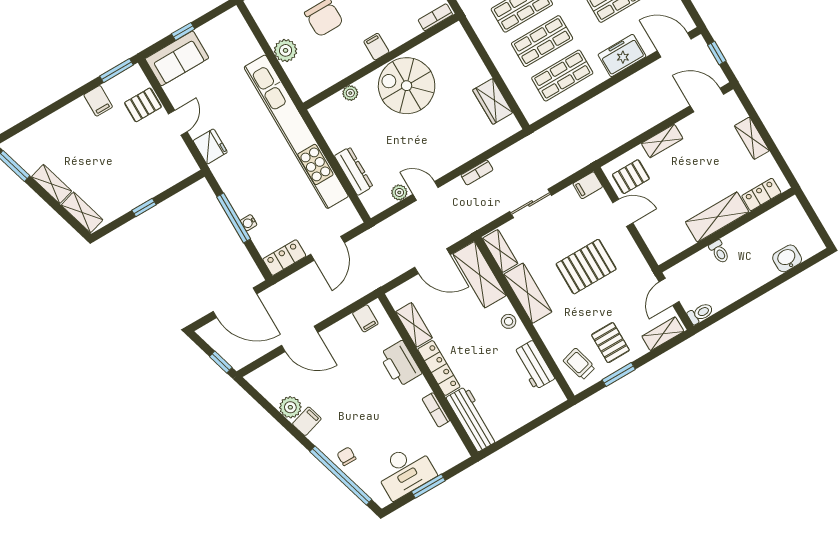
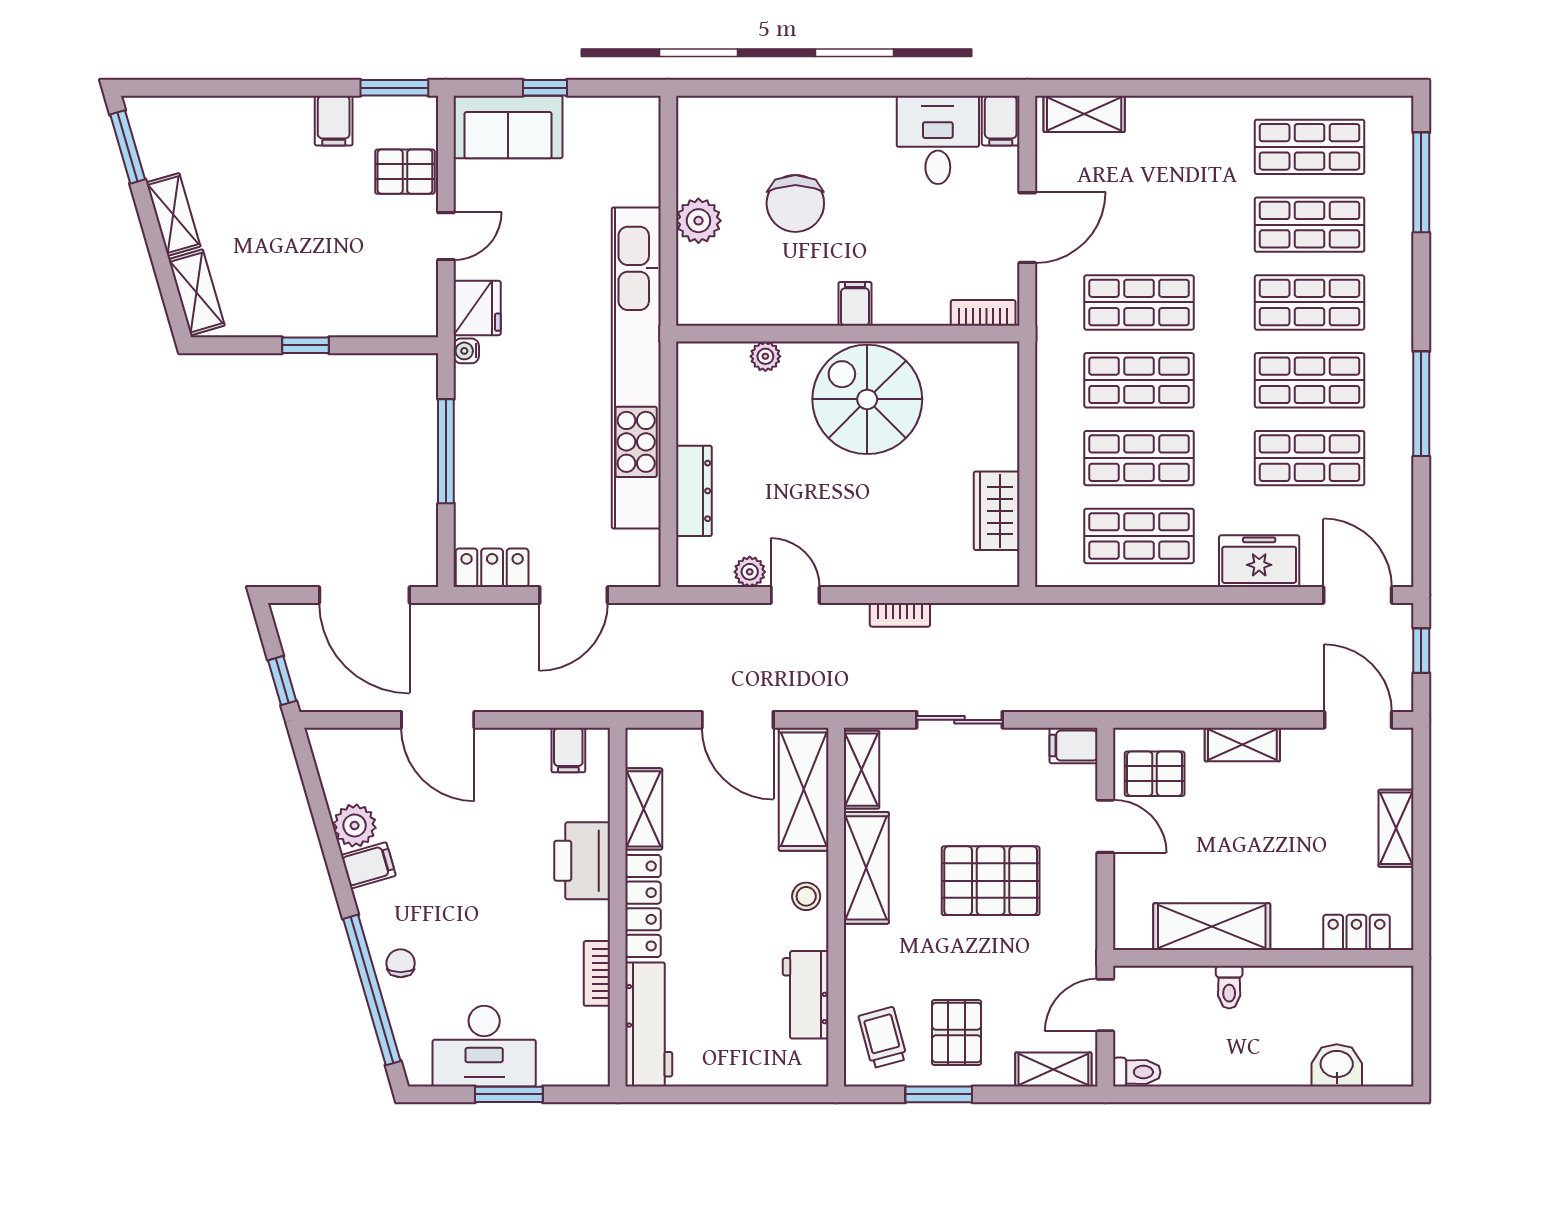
shelving: (717, 217) -> (1212, 927), moved
water cooler: (249, 223) -> (466, 351), moved

